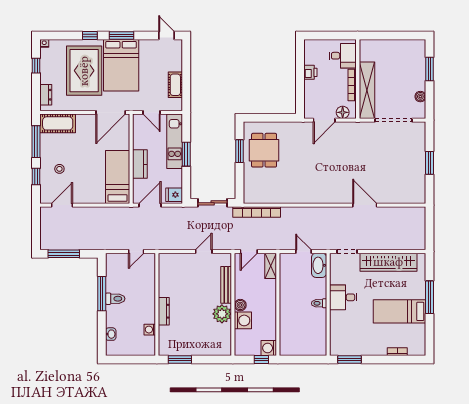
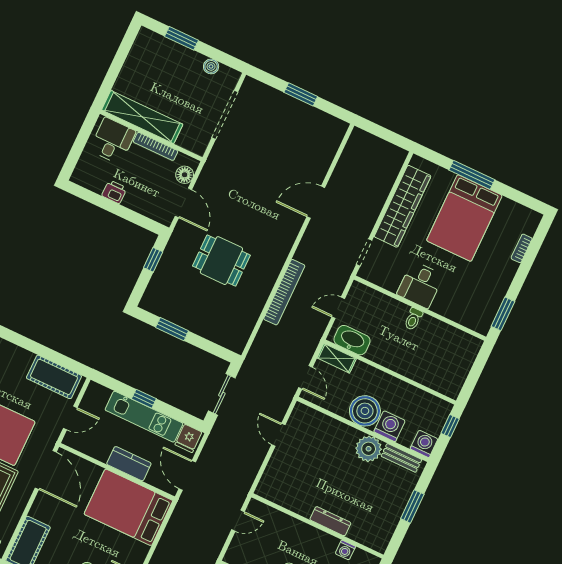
cot: (175, 85) -> (54, 377), width x1.37, depth x1.34
shelving: (367, 90) -> (142, 117), moved
window: (278, 118) -> (153, 260), added
kitchen unit: (175, 141) -> (144, 417), moved
dining table: (264, 150) -> (221, 261), moved
window: (186, 154) -> (144, 399), width x0.67
bed: (118, 177) -> (128, 507), width x1.50
bookcase: (257, 212) -> (284, 292), moved
door: (136, 252) -> (238, 521), hinge flipped
washbasin: (319, 265) -> (352, 340), moved, turned 180
bench: (226, 285) -> (401, 458), moved, width x0.73
boiler: (240, 305) -> (365, 411), width x1.86, depth x1.86
bed: (400, 311) -> (464, 218), width x1.50
washing machine: (269, 348) -> (424, 444), moved, turned 180
window: (180, 359) -> (412, 506), moved

